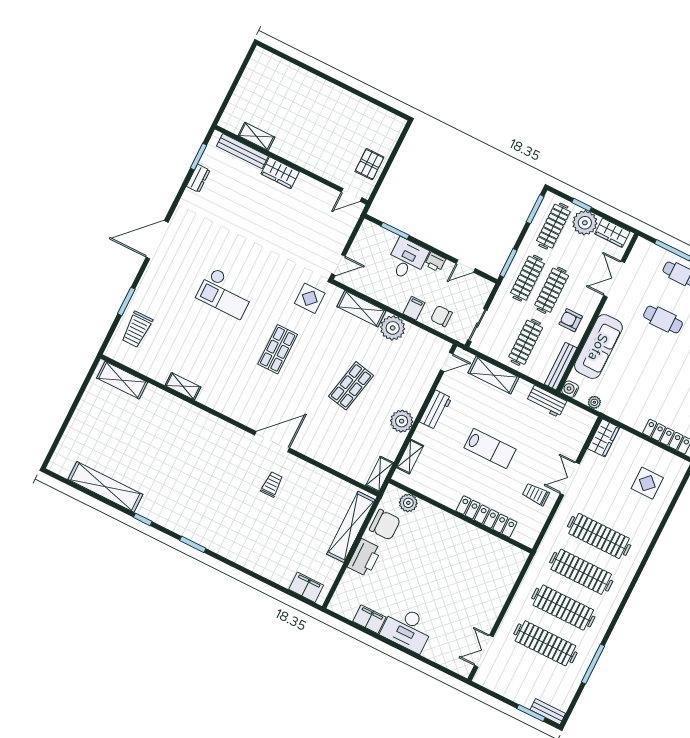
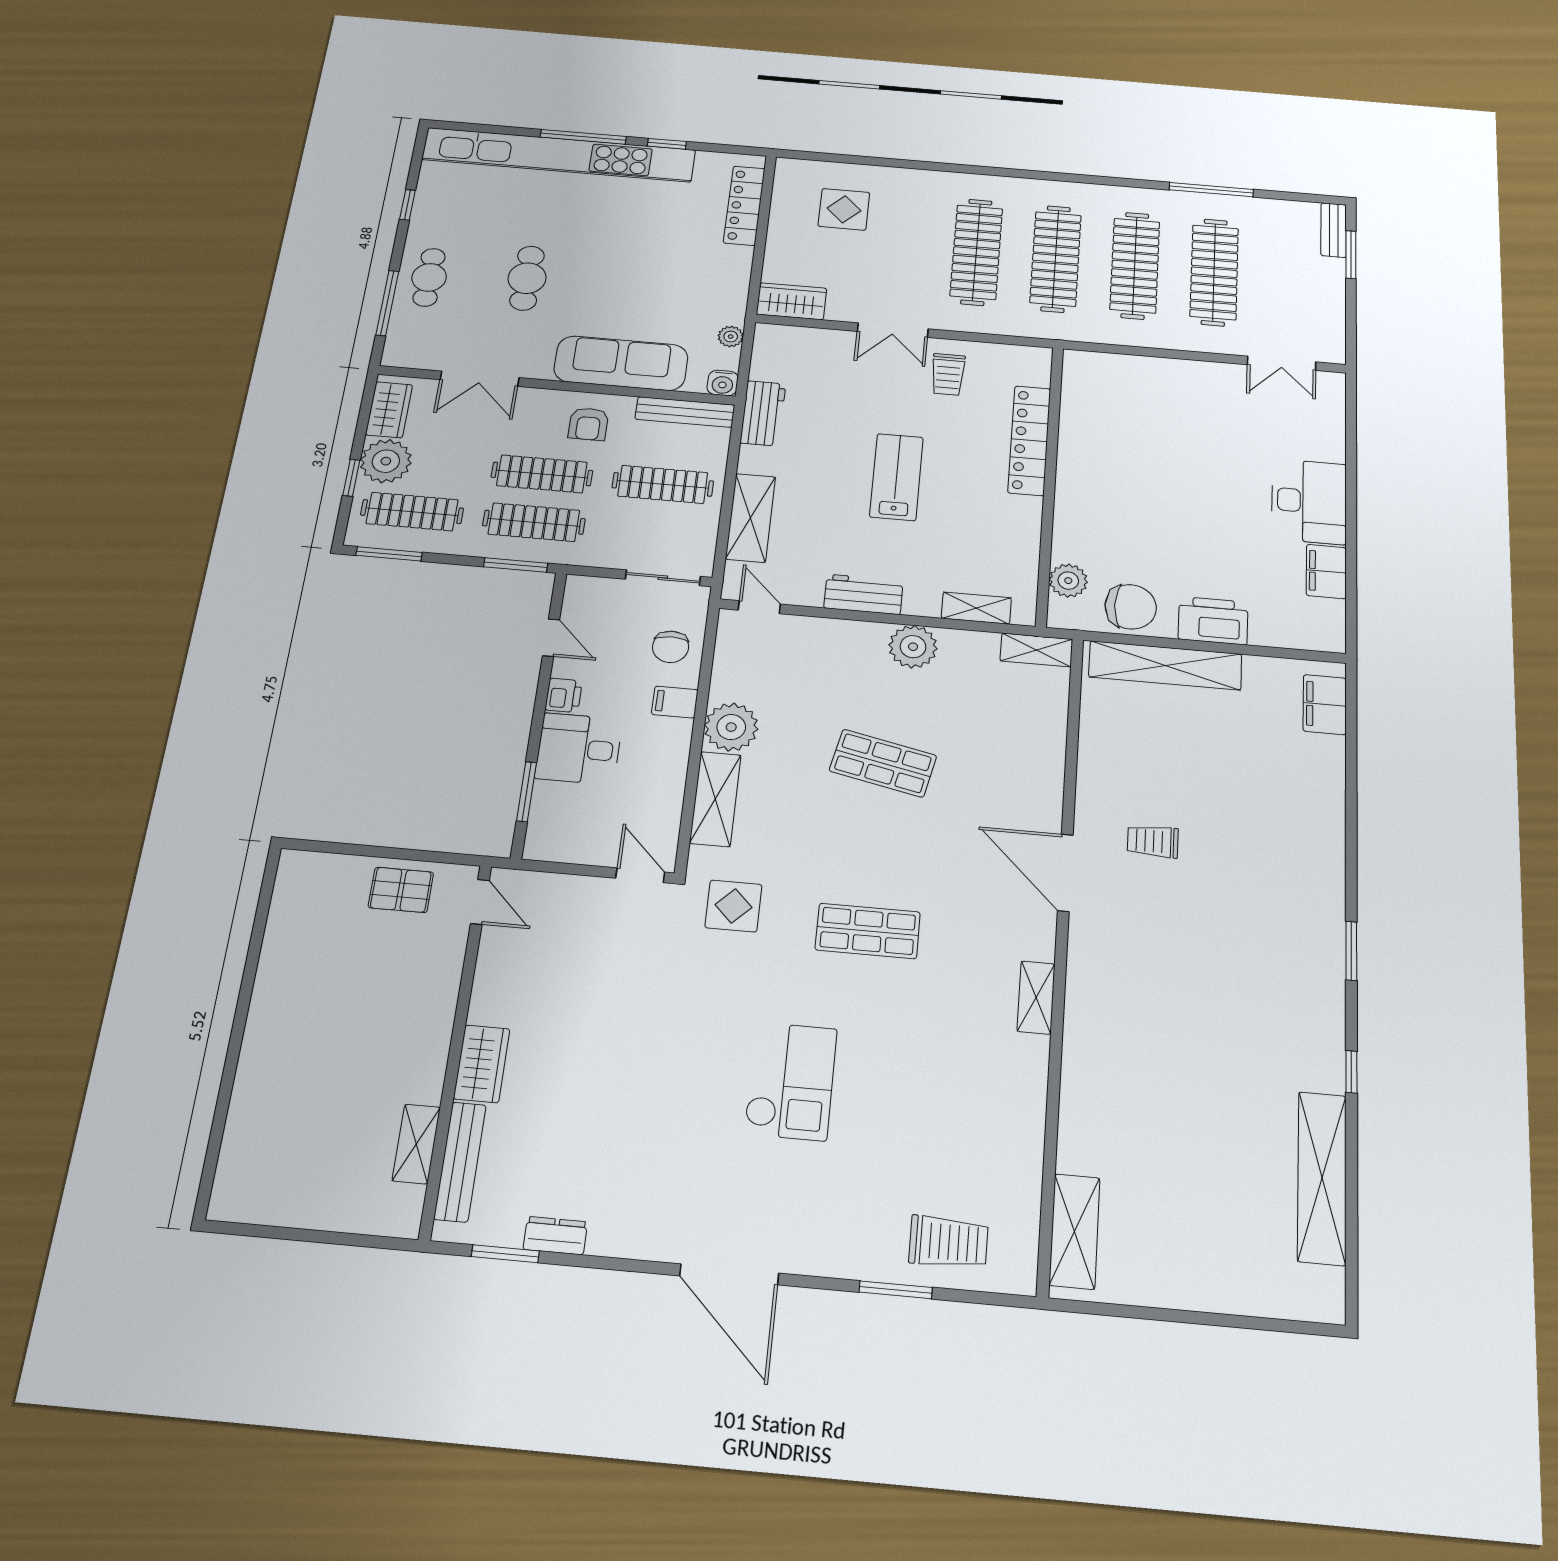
shelving: (183, 386) -> (1036, 997), moved
chair: (385, 525) -> (1131, 607), turned 90

